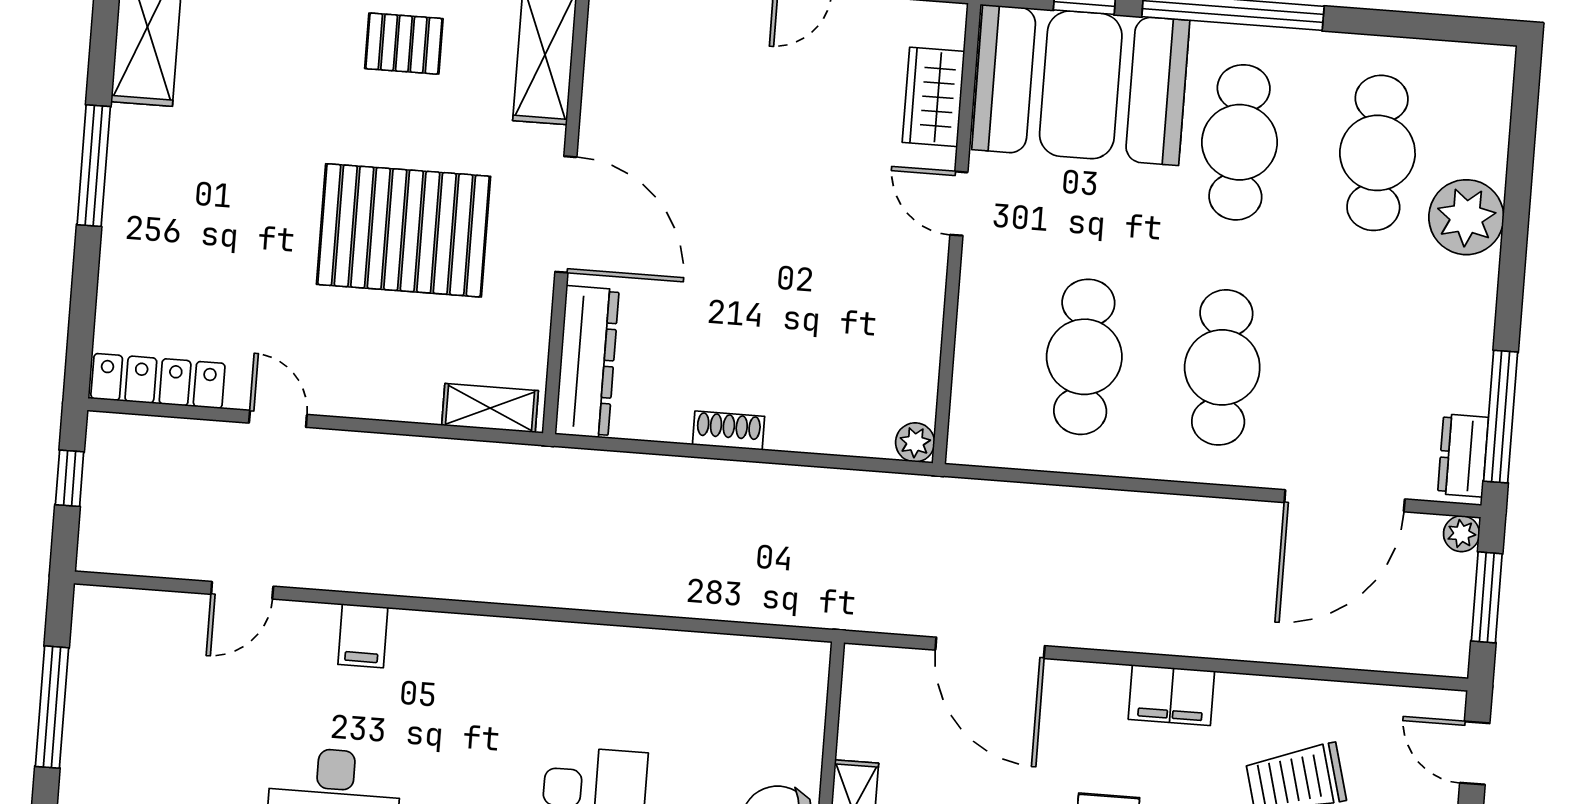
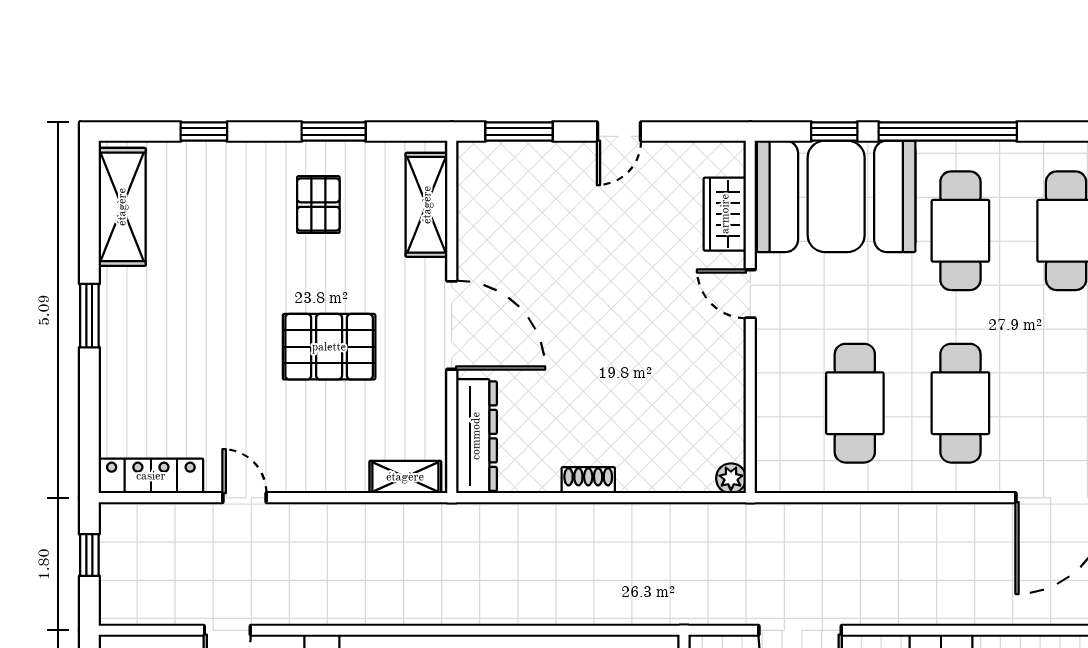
pallet: (404, 44) -> (318, 205), turned 90
window: (94, 166) -> (89, 316), width x0.69
pallet: (404, 230) -> (329, 347), width x0.73, depth x0.71

